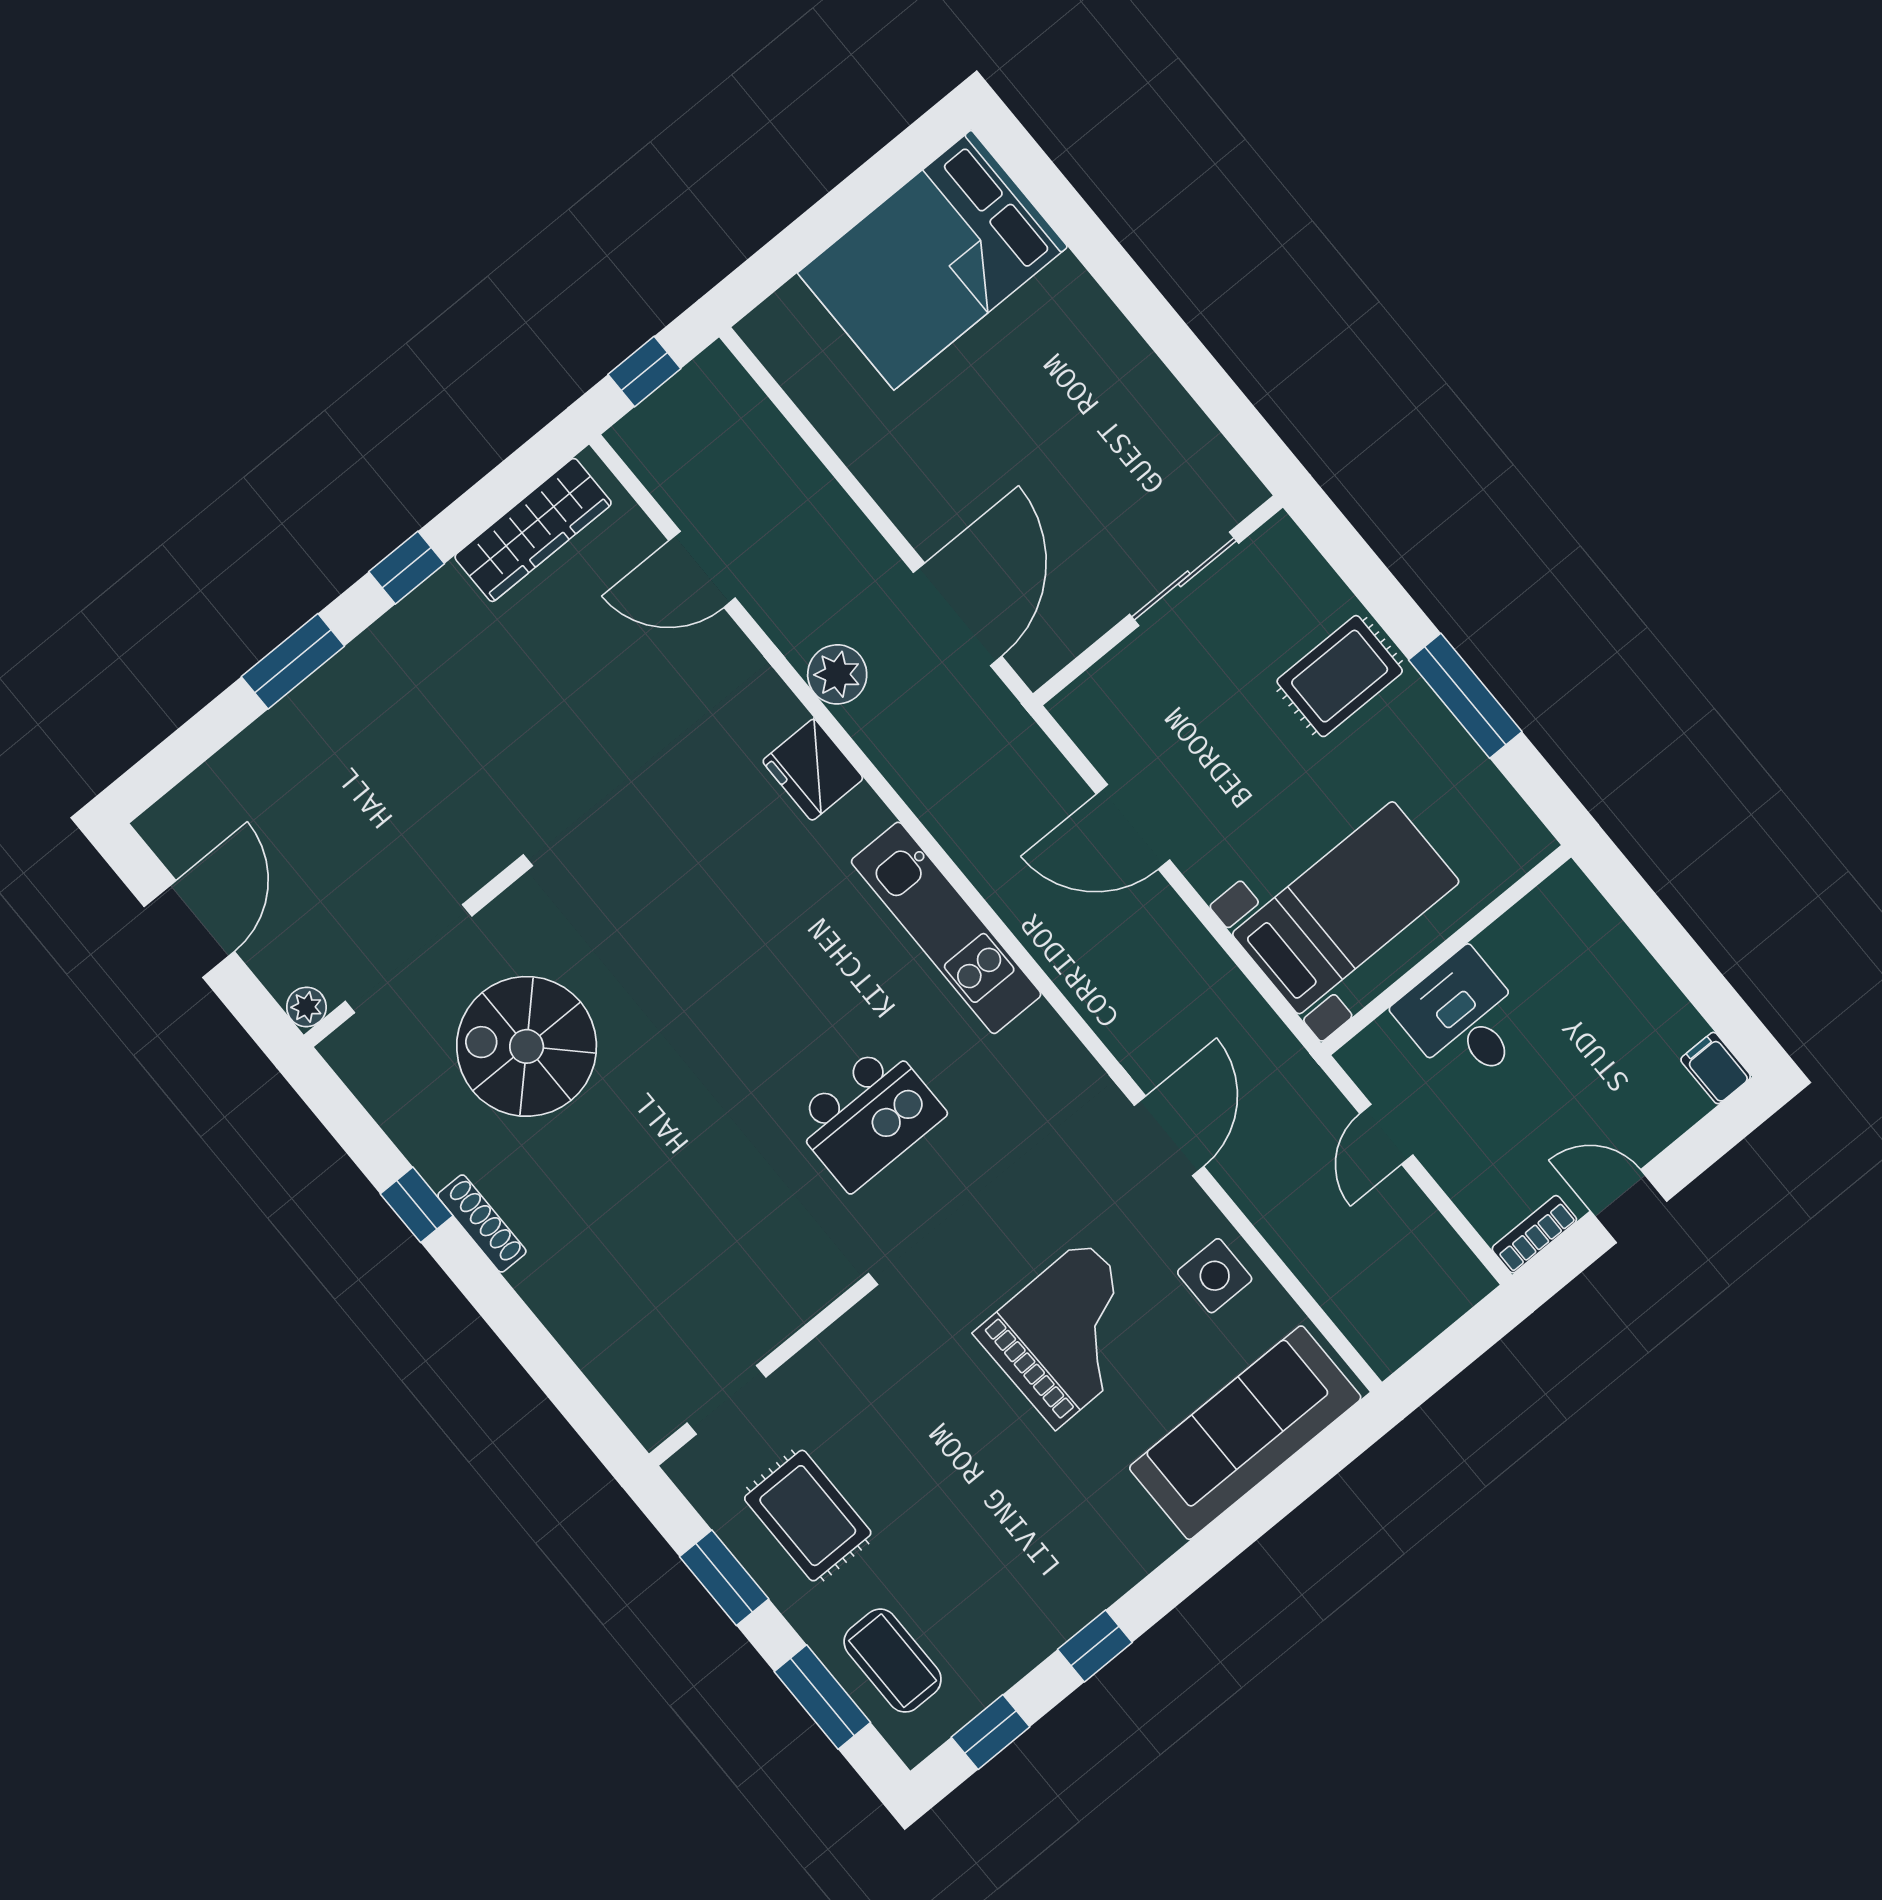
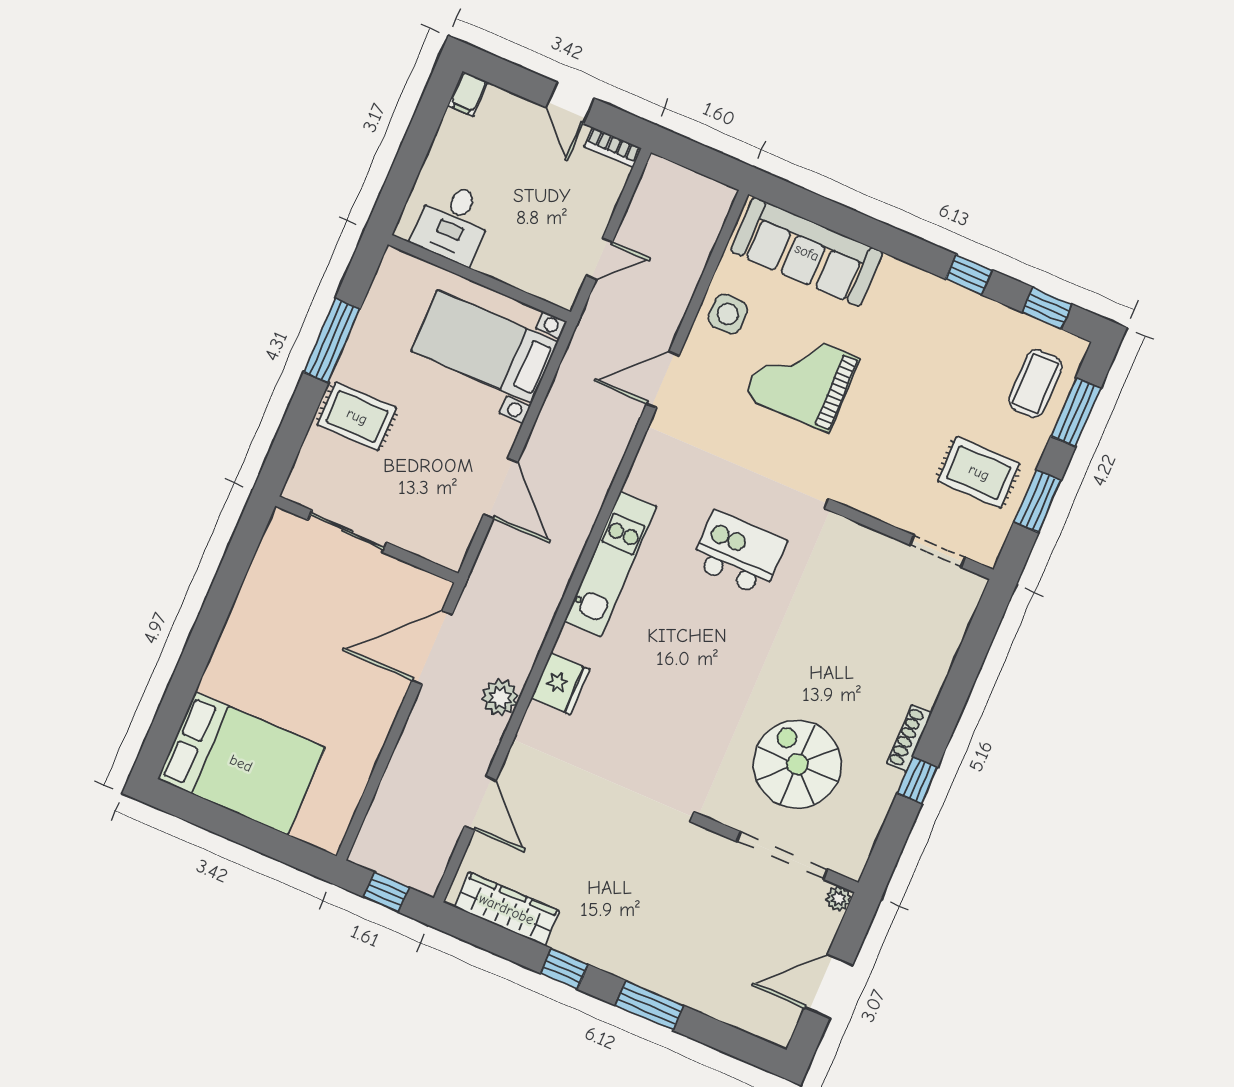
desk: (1464, 1019) -> (453, 223), moved
spiral stairs: (527, 1046) -> (797, 764), turned 180
rug: (808, 1516) -> (979, 472), turned 90

